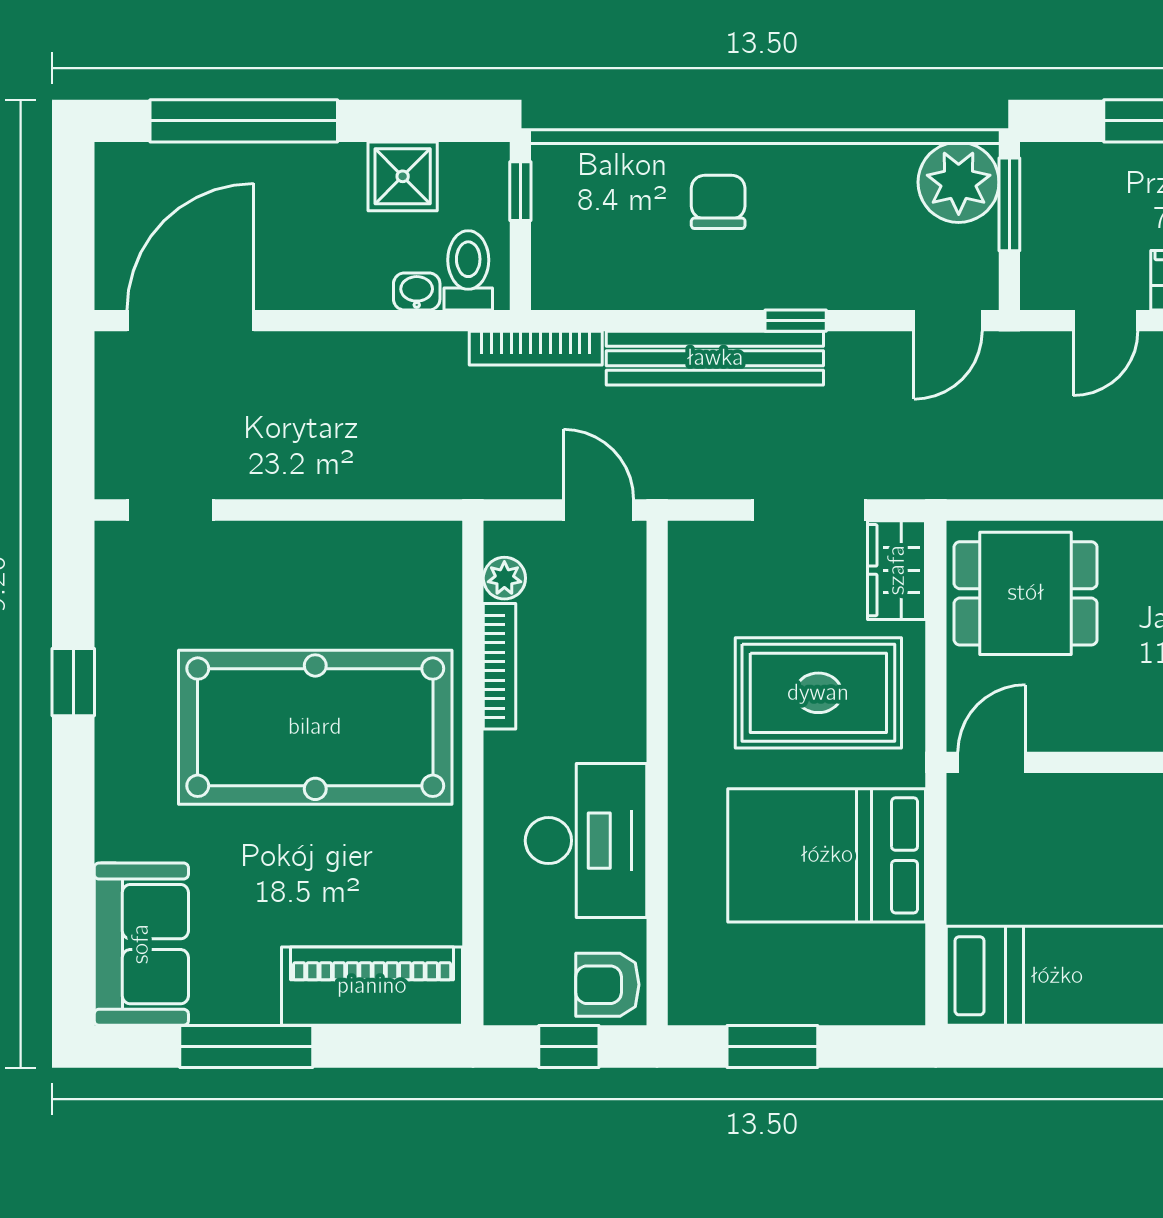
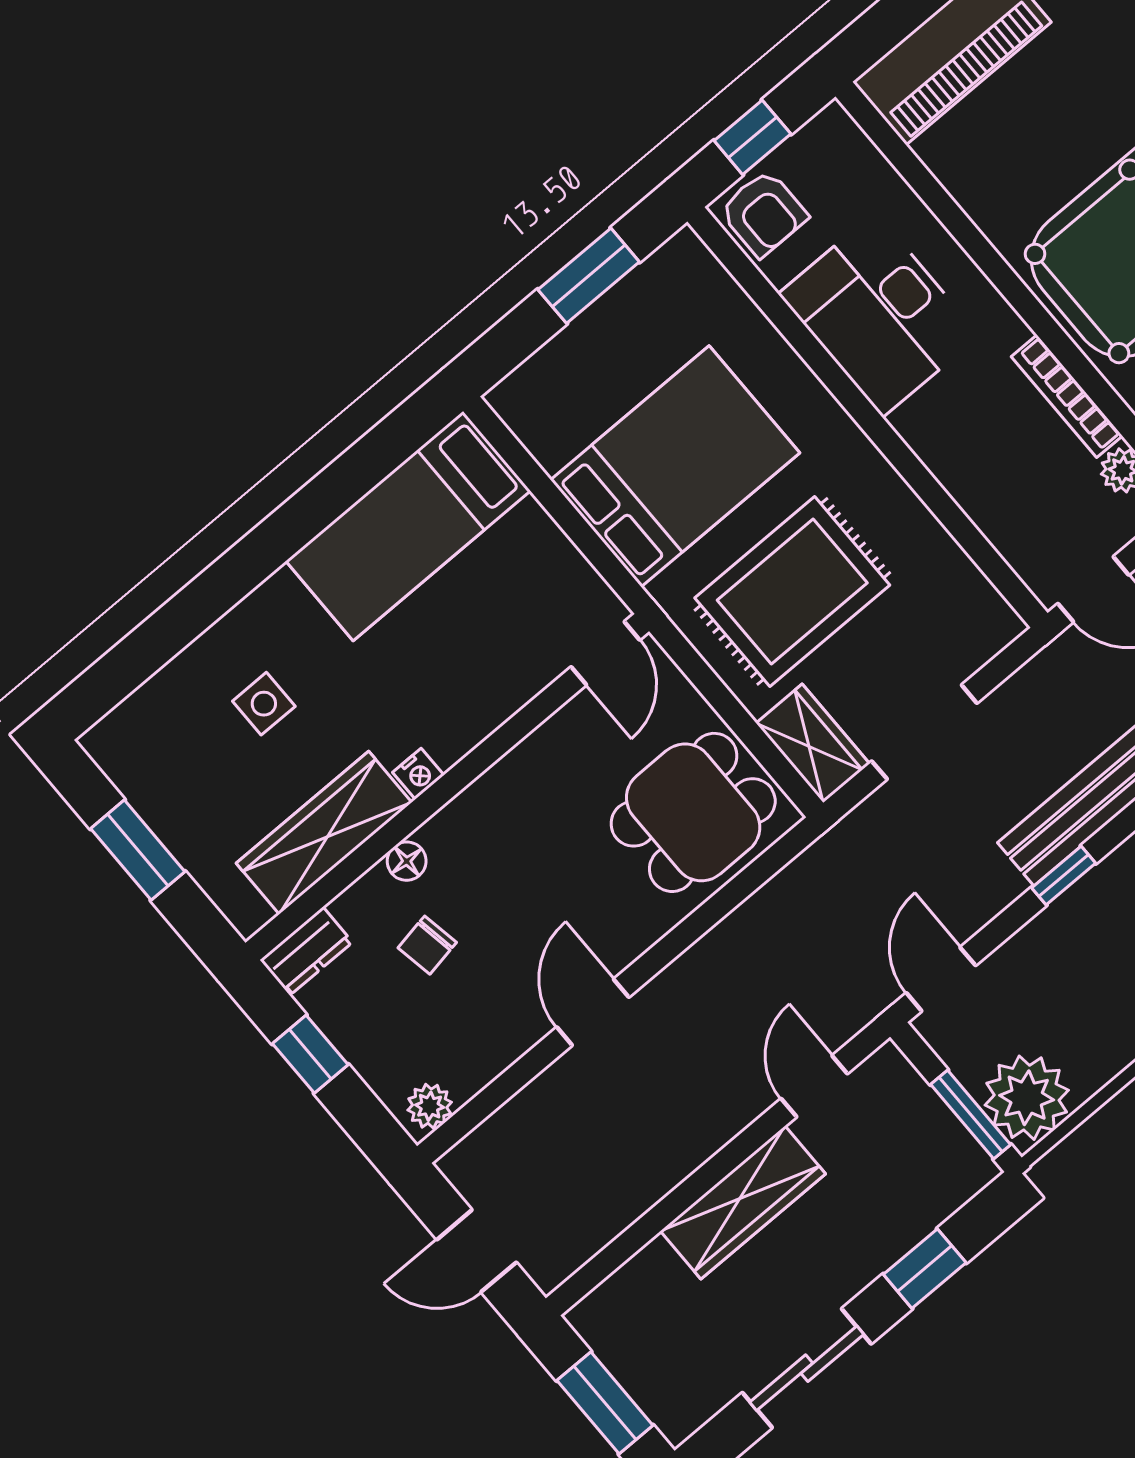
armchair: (607, 985) -> (763, 213), turned 90

